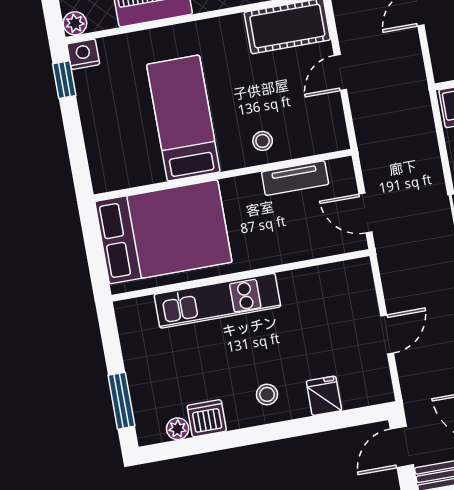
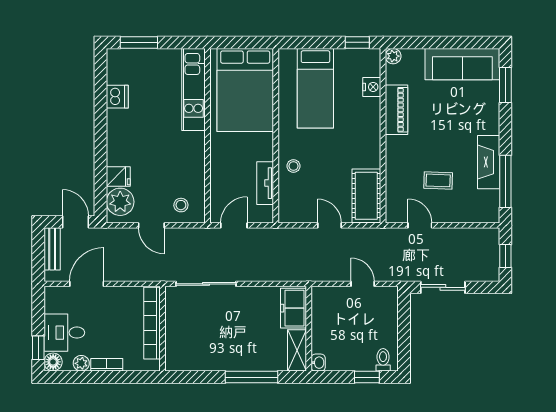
nightstand: (83, 54) -> (372, 87), moved
bed: (183, 118) -> (315, 88), moved, turned 90
kitchen unit: (217, 301) -> (194, 89), moved
stool: (267, 394) -> (181, 205), moved
plant: (178, 429) -> (120, 202), moved, width x1.88, depth x1.88

